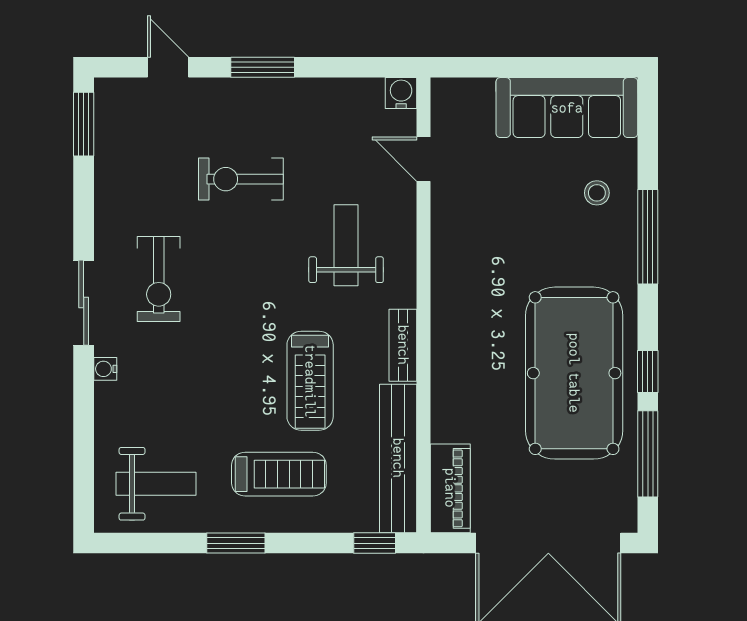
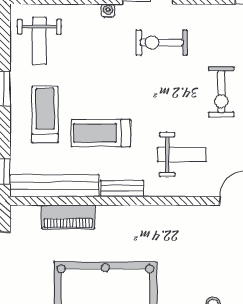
exercise bike: (241, 179) -> (221, 92), turned 180
treadmill: (279, 474) -> (45, 114), turned 180
piano: (450, 488) -> (68, 217), moved

